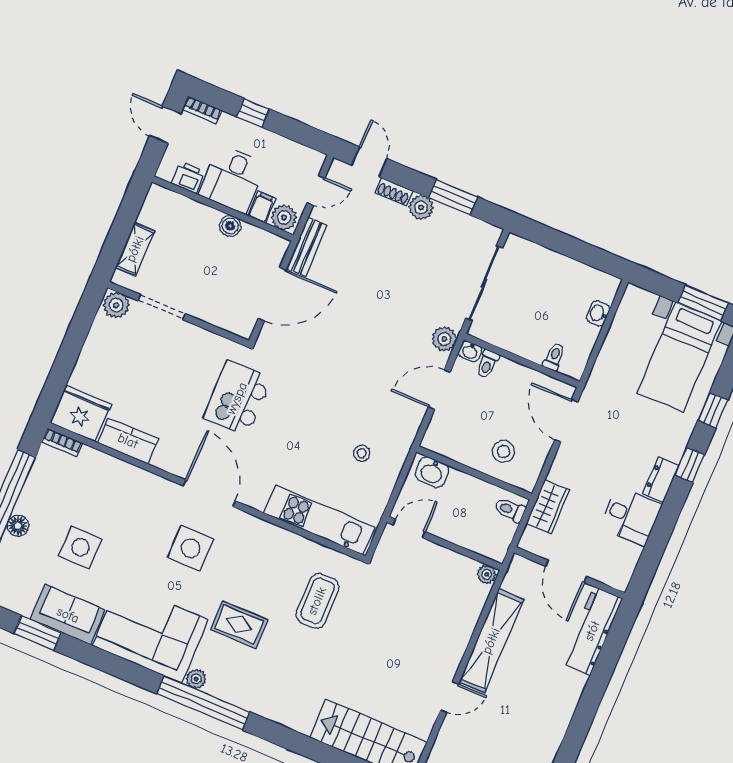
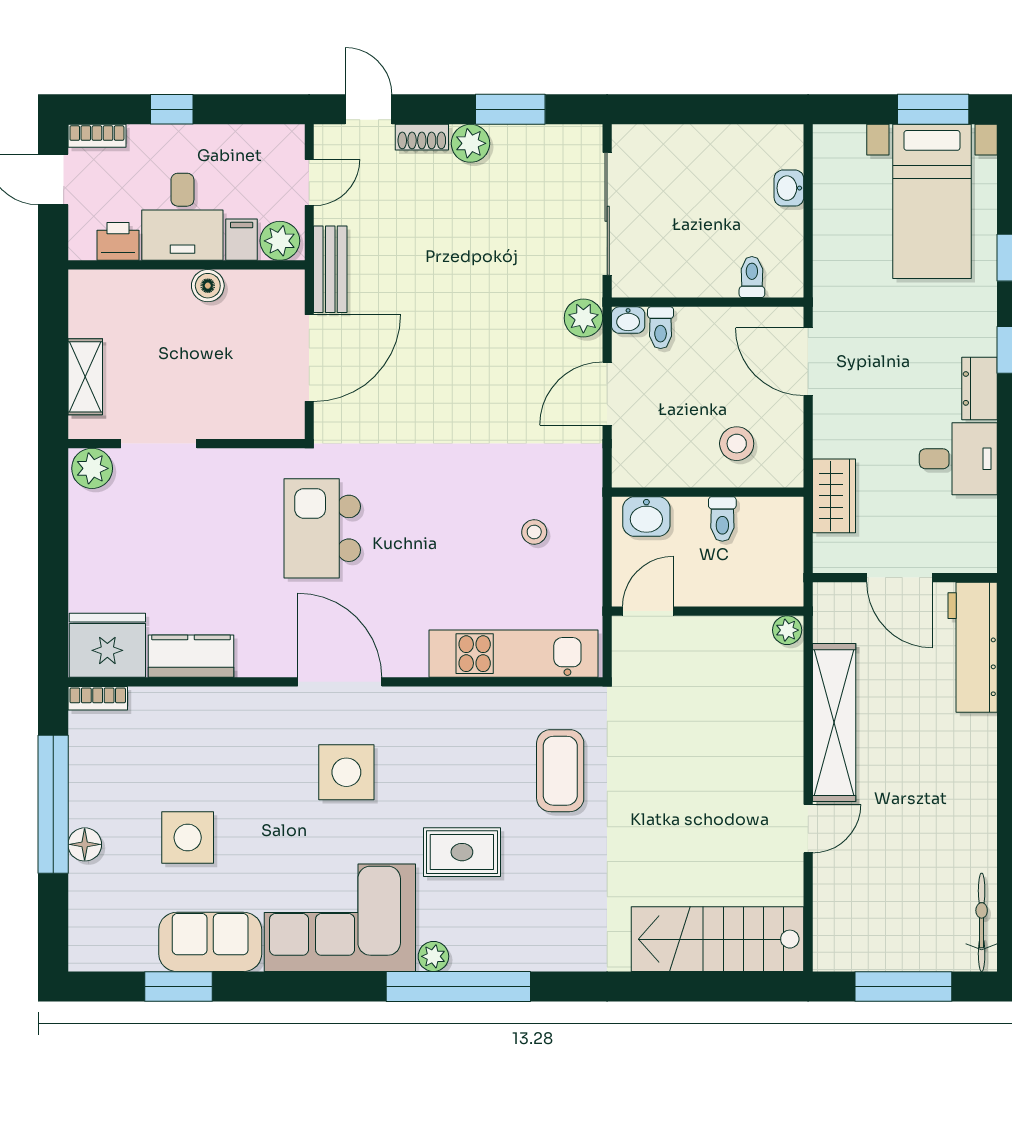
toilet: (510, 510) -> (722, 519), moved, turned -90

